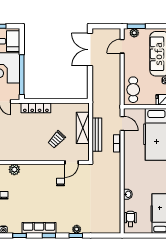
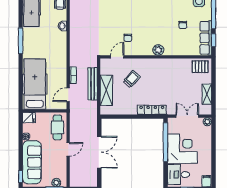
door: (122, 46) -> (68, 149), moved
double door: (90, 50) -> (99, 152), moved
door: (122, 123) -> (68, 95), hinge flipped
plant: (14, 170) -> (158, 50), moved

